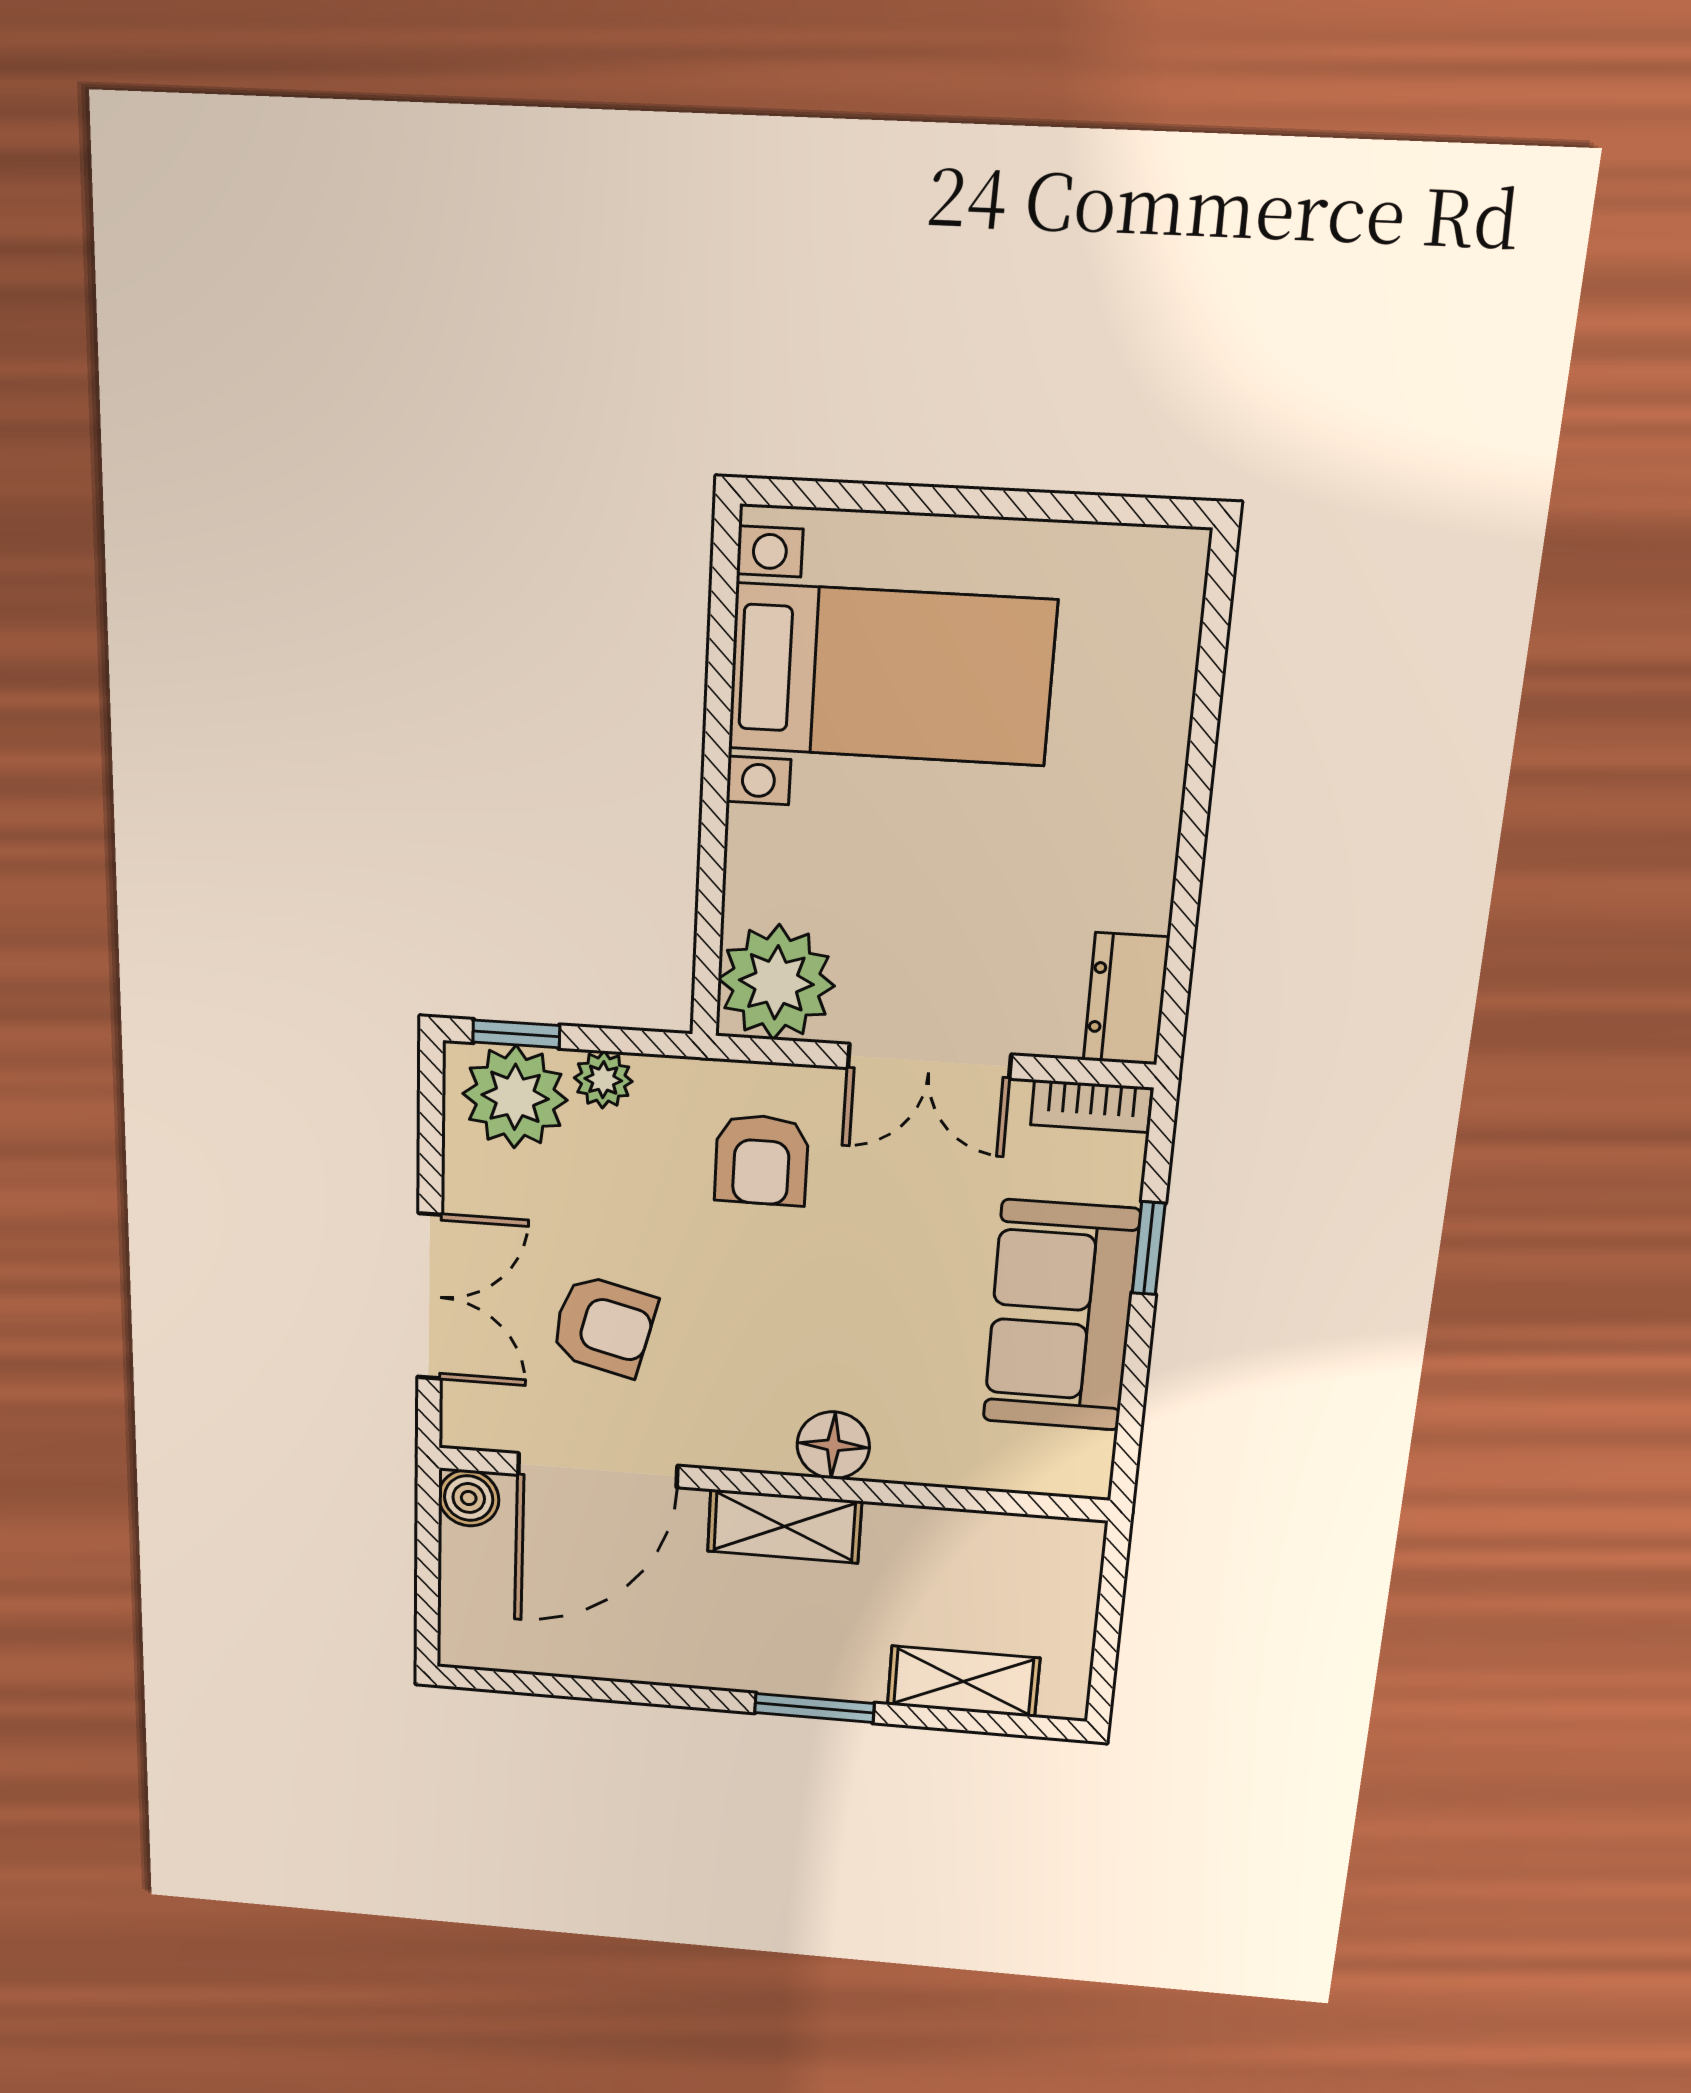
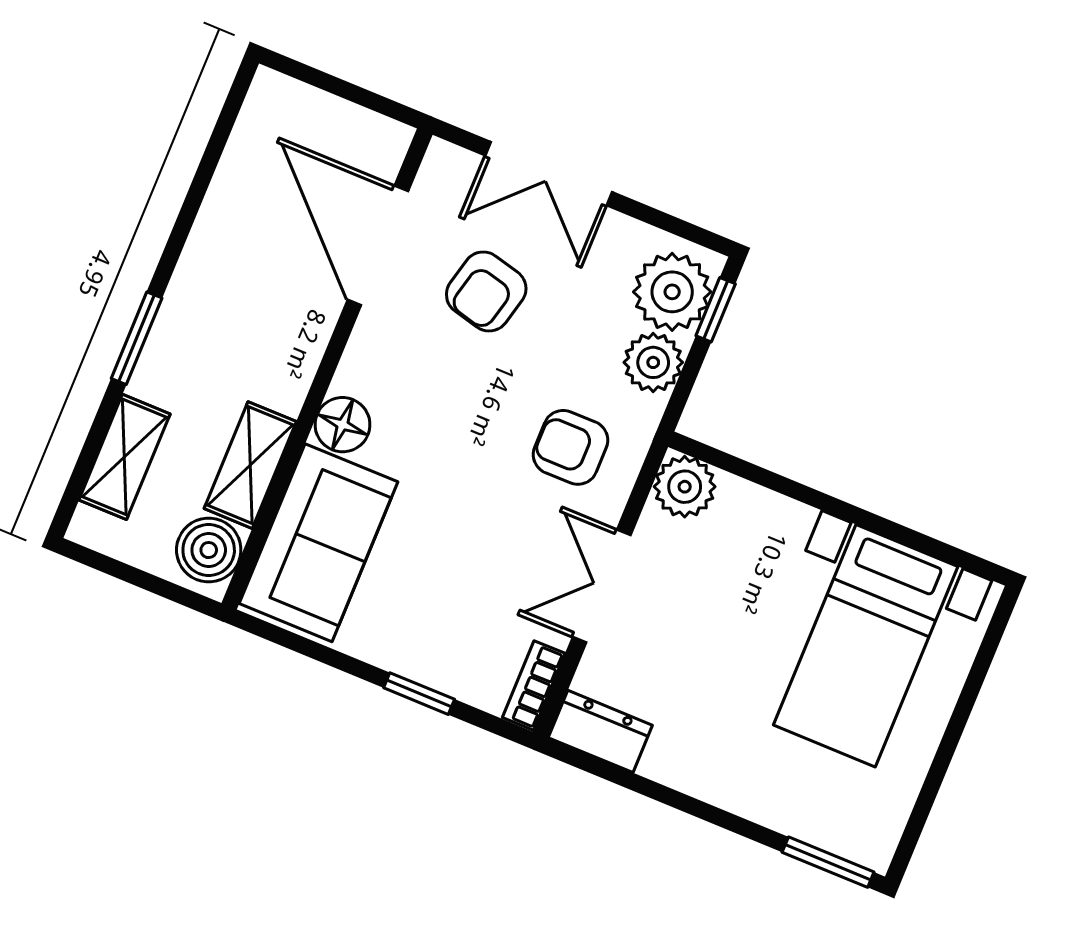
window: (1216, 619) -> (828, 862), added
plant: (776, 982) -> (685, 487), width x0.73, depth x0.73
plant: (603, 1080) -> (653, 362), width x1.38, depth x1.38
sofa: (1061, 1316) -> (318, 543), moved, turned 90
boiler: (469, 1498) -> (209, 550), moved, width x1.36, depth x1.36
shelving: (784, 1526) -> (250, 465), moved

